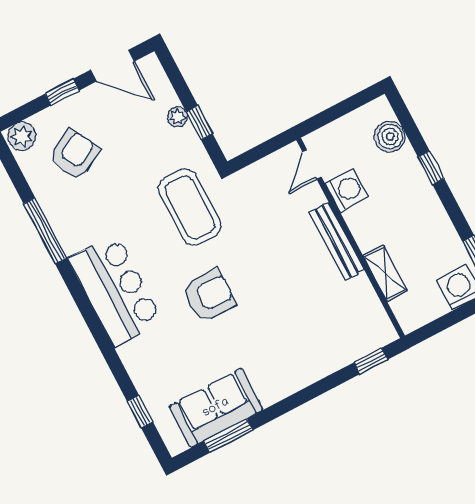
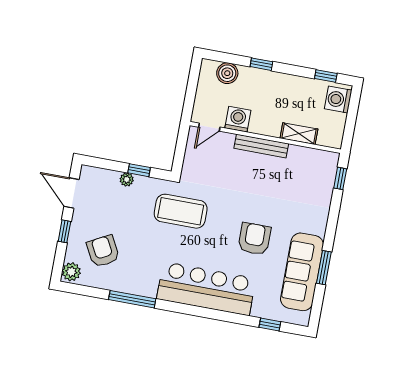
door: (112, 66) -> (71, 193), swing flipped
door: (312, 164) -> (209, 127), hinge flipped
bar counter: (115, 290) -> (206, 289), width x1.36
armchair: (209, 296) -> (254, 239), moved
sofa: (216, 408) -> (302, 272), width x1.36
window: (228, 436) -> (324, 268), moved

